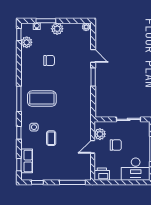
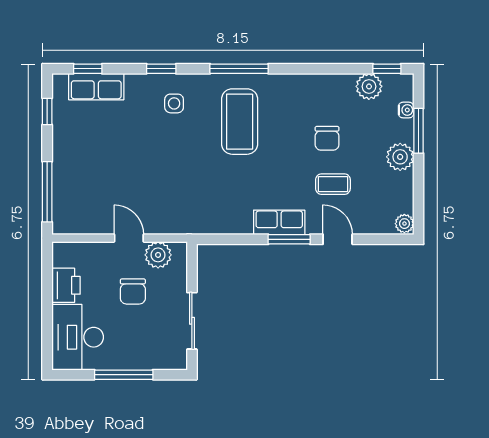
door: (93, 56) -> (338, 239), swing flipped
row of seats: (86, 81) -> (279, 222), added
coffee table: (51, 138) -> (333, 184), moved
printer: (102, 174) -> (66, 285), moved

